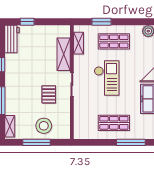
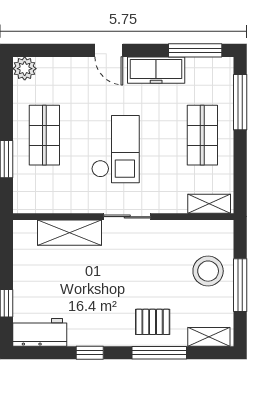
shelving: (78, 43) -> (209, 204), moved
checkout: (107, 78) -> (115, 149), turned 90
pallet: (49, 94) -> (153, 322), moved

